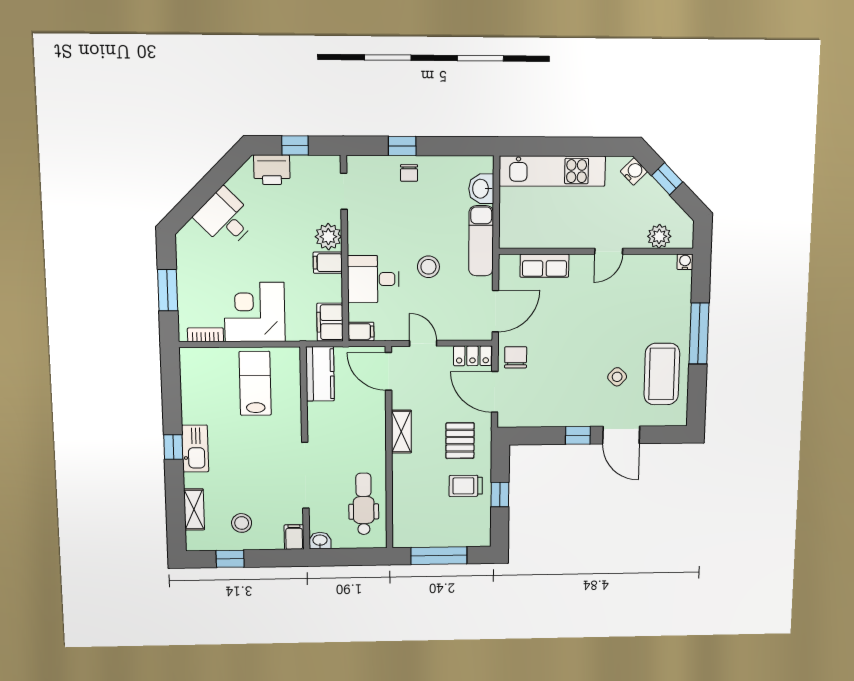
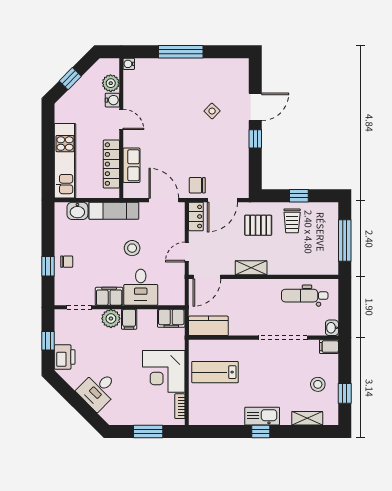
water cooler: (634, 171) -> (112, 100), moved, turned 135
locker: (547, 237) -> (111, 164), added
filing cabinet: (361, 332) -> (109, 296), moved, width x2.00
coffee table: (662, 374) -> (210, 78), removed

